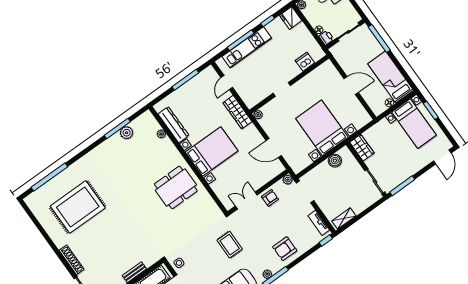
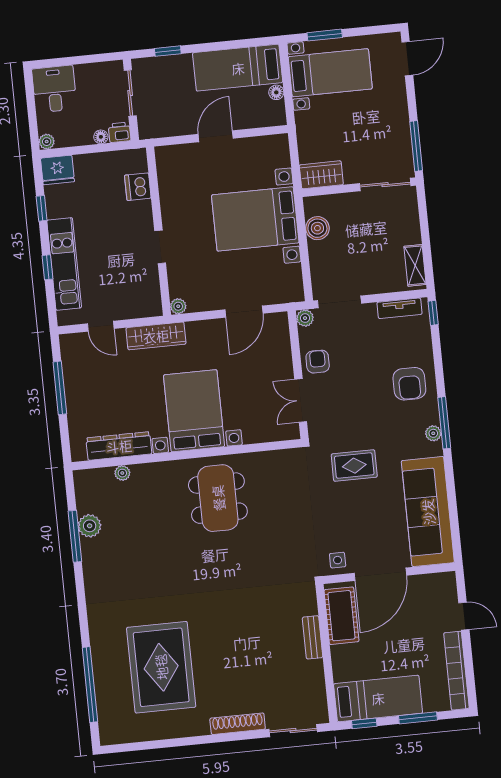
window: (379, 38) -> (168, 51), width x0.46
window: (241, 40) -> (48, 267), width x0.46
door: (442, 157) -> (407, 59), hinge flipped

